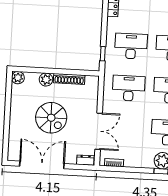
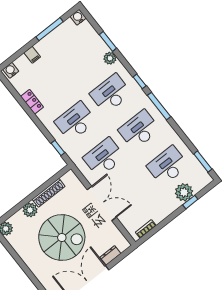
spiral stairs: (51, 118) -> (62, 237), width x1.37, depth x1.37
double door: (99, 131) -> (102, 203), moved
dresser: (85, 160) -> (110, 255), moved

